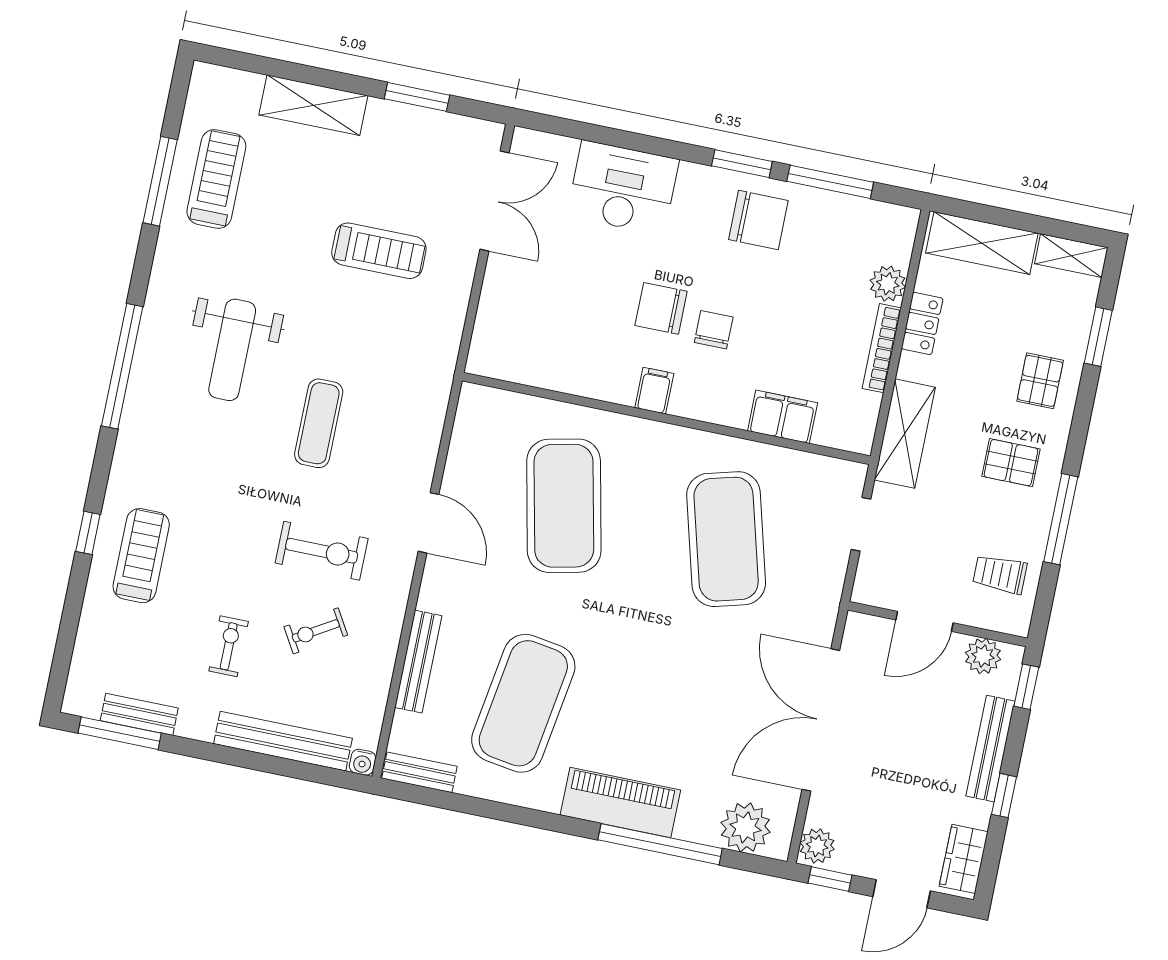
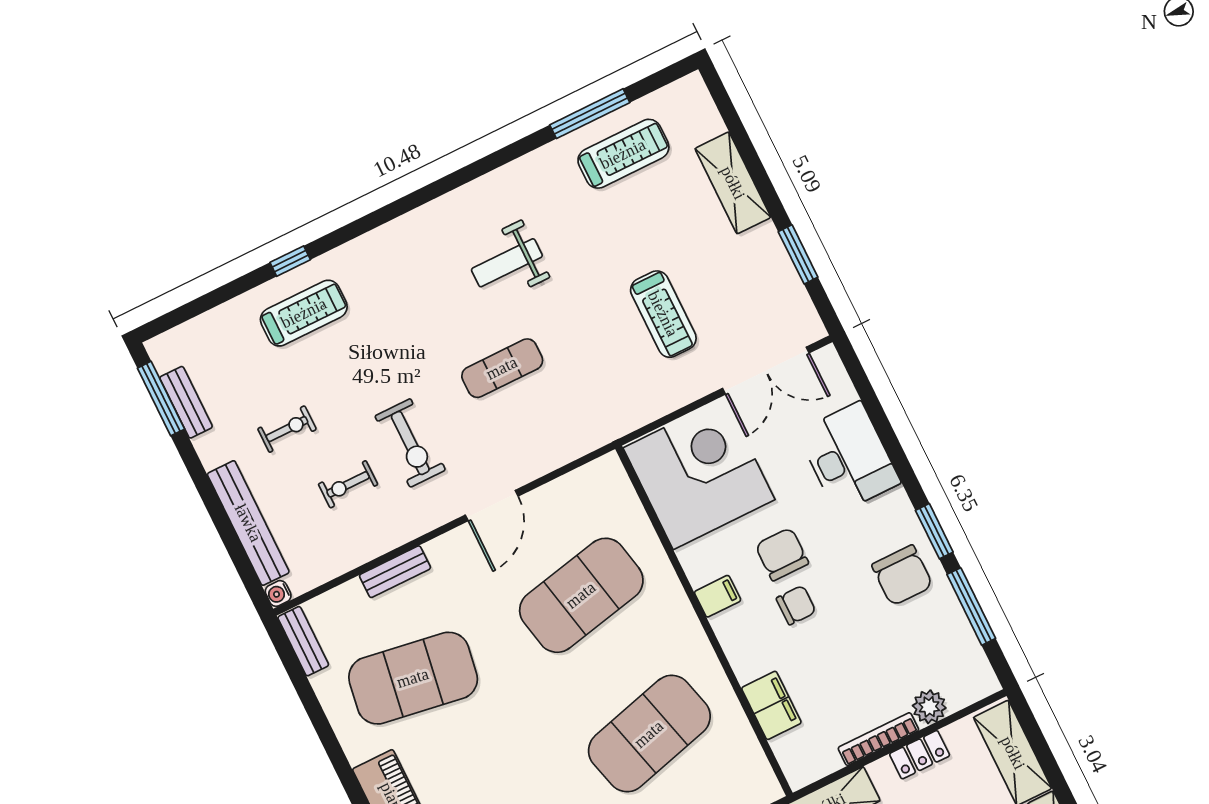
corner desk: (538, 326) -> (699, 474), added
weight bench: (232, 350) -> (507, 263), width x0.73, depth x0.75
window: (122, 366) -> (432, 191), removed
exercise bike: (316, 631) -> (348, 484), turned -59
bench: (418, 662) -> (395, 572), width x0.73

